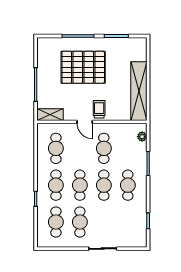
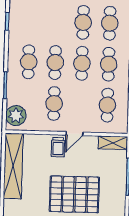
door: (85, 122) -> (74, 134), swing flipped
plant: (142, 137) -> (16, 115), width x1.88, depth x1.88

